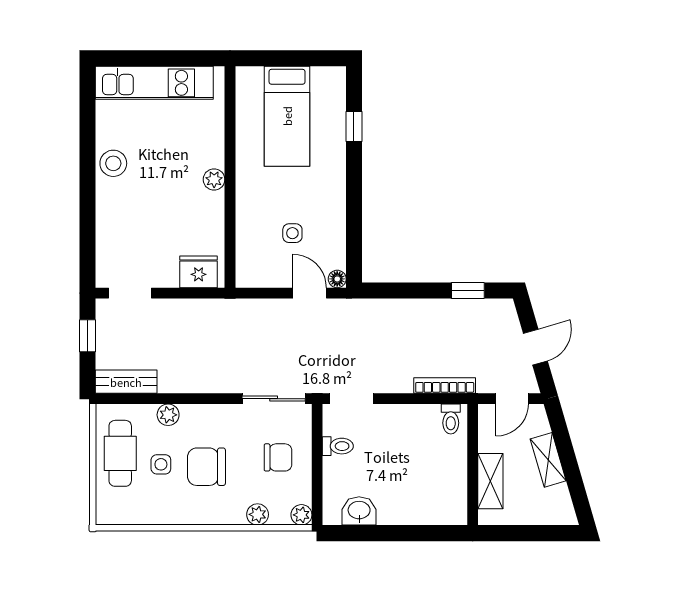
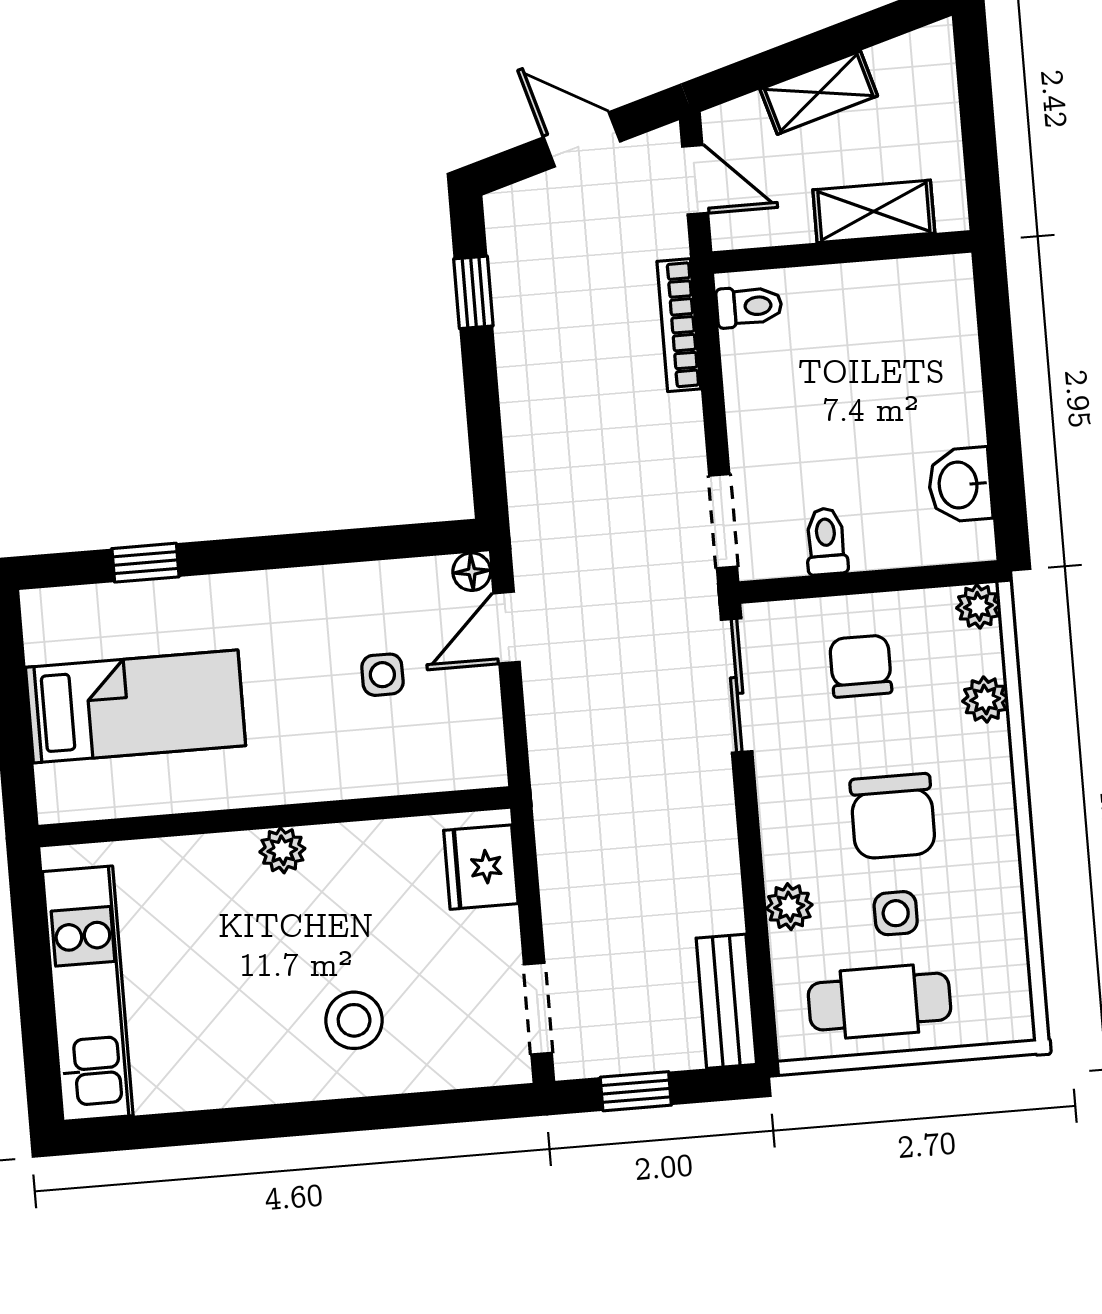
stool: (113, 163) -> (354, 1020), moved

